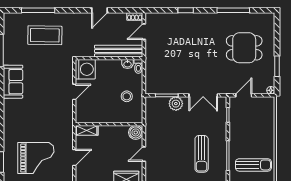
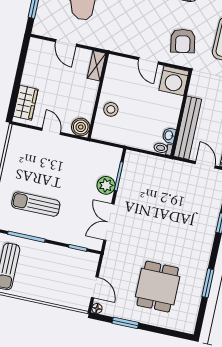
window: (233, 10) -> (208, 283), width x0.69
armchair: (54, 69) -> (183, 41), added
door: (244, 95) -> (95, 287), moved
stool: (127, 96) -> (111, 109), moved

